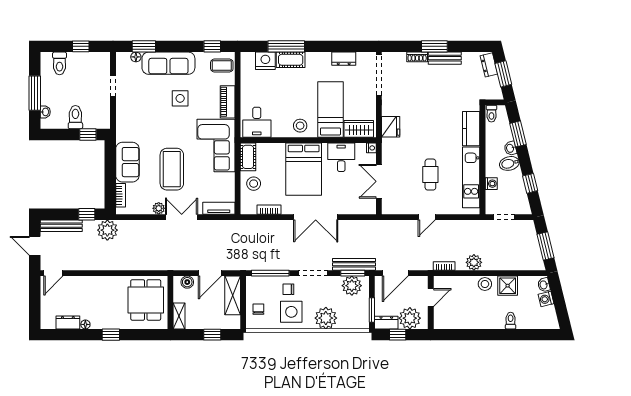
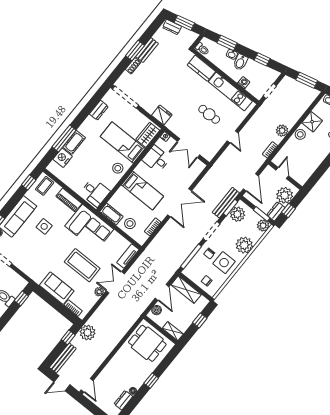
bed: (304, 169) -> (142, 191), width x0.67
plant: (361, 321) -> (263, 226), added

